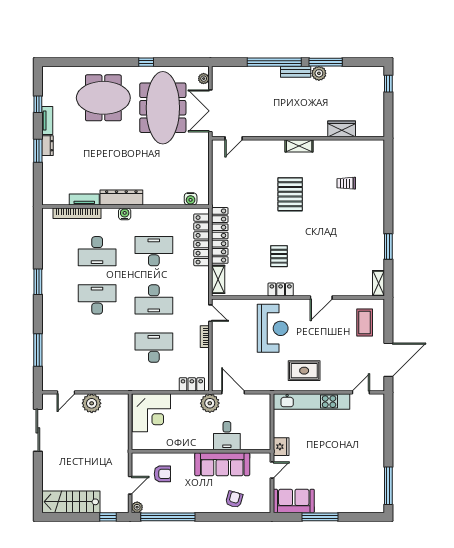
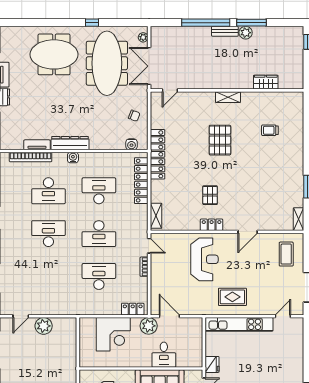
chair: (194, 167) -> (134, 116), added
locker: (220, 235) -> (158, 154), moved
corner desk: (151, 413) -> (113, 334), moved

